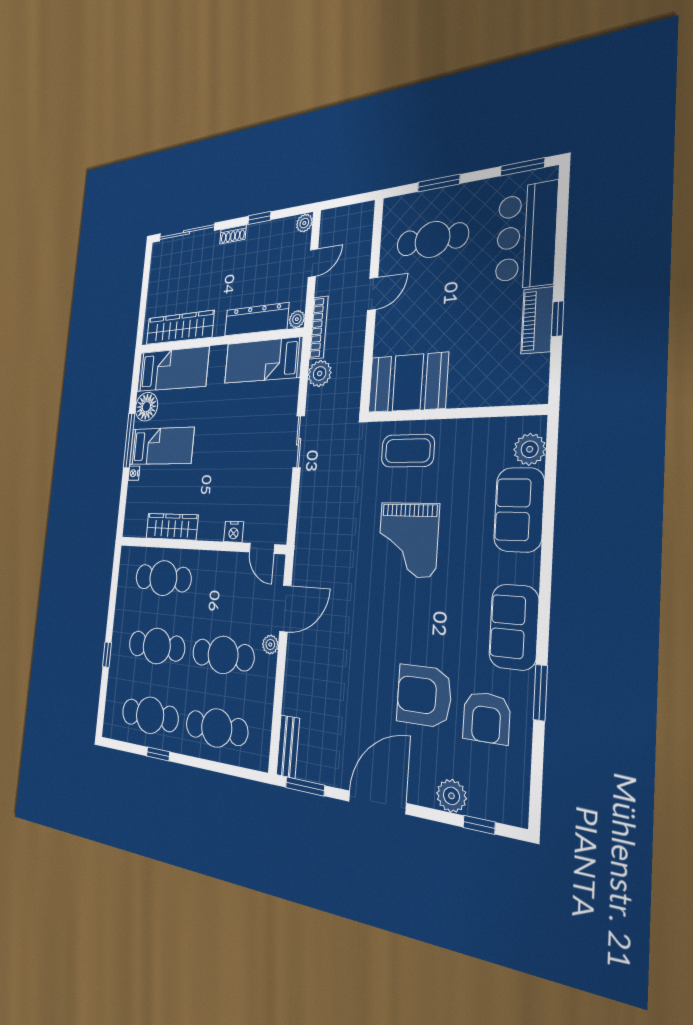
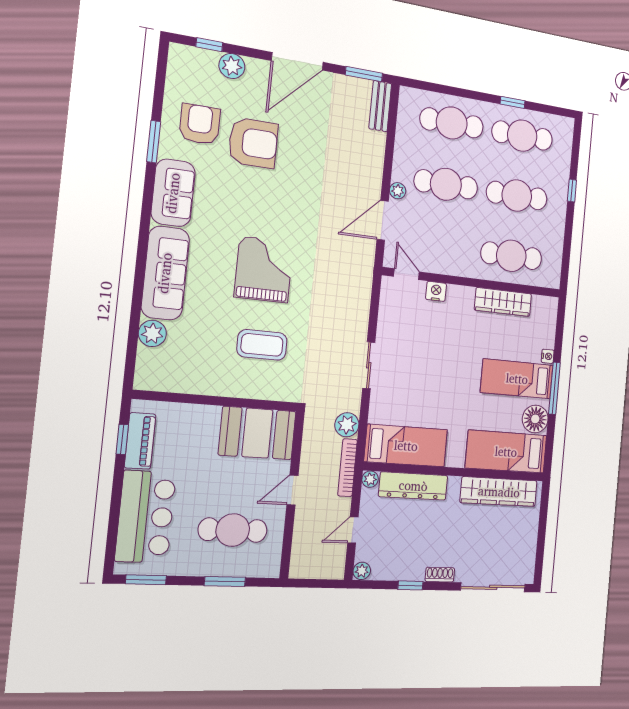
booth: (408, 382) -> (257, 433), moved
wall: (453, 413) -> (216, 401), moved
sofa: (519, 510) -> (165, 273), width x1.36

